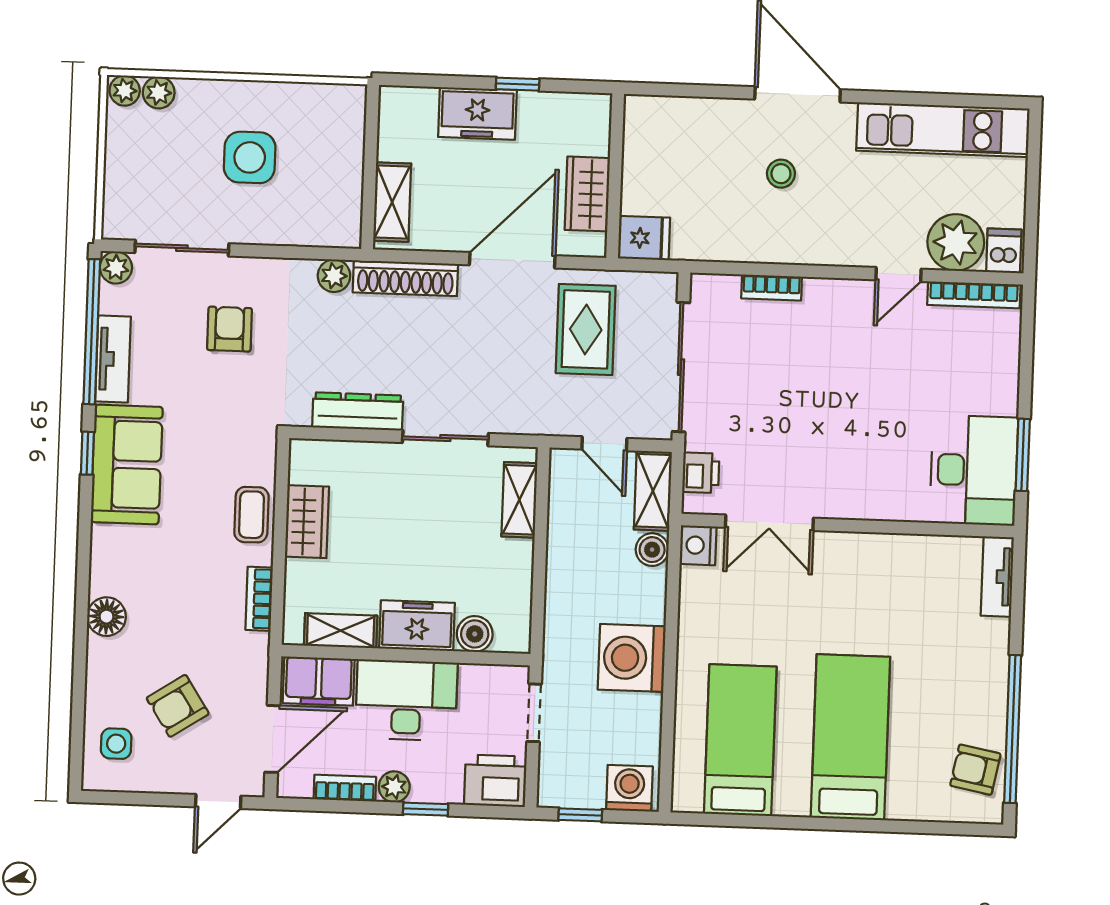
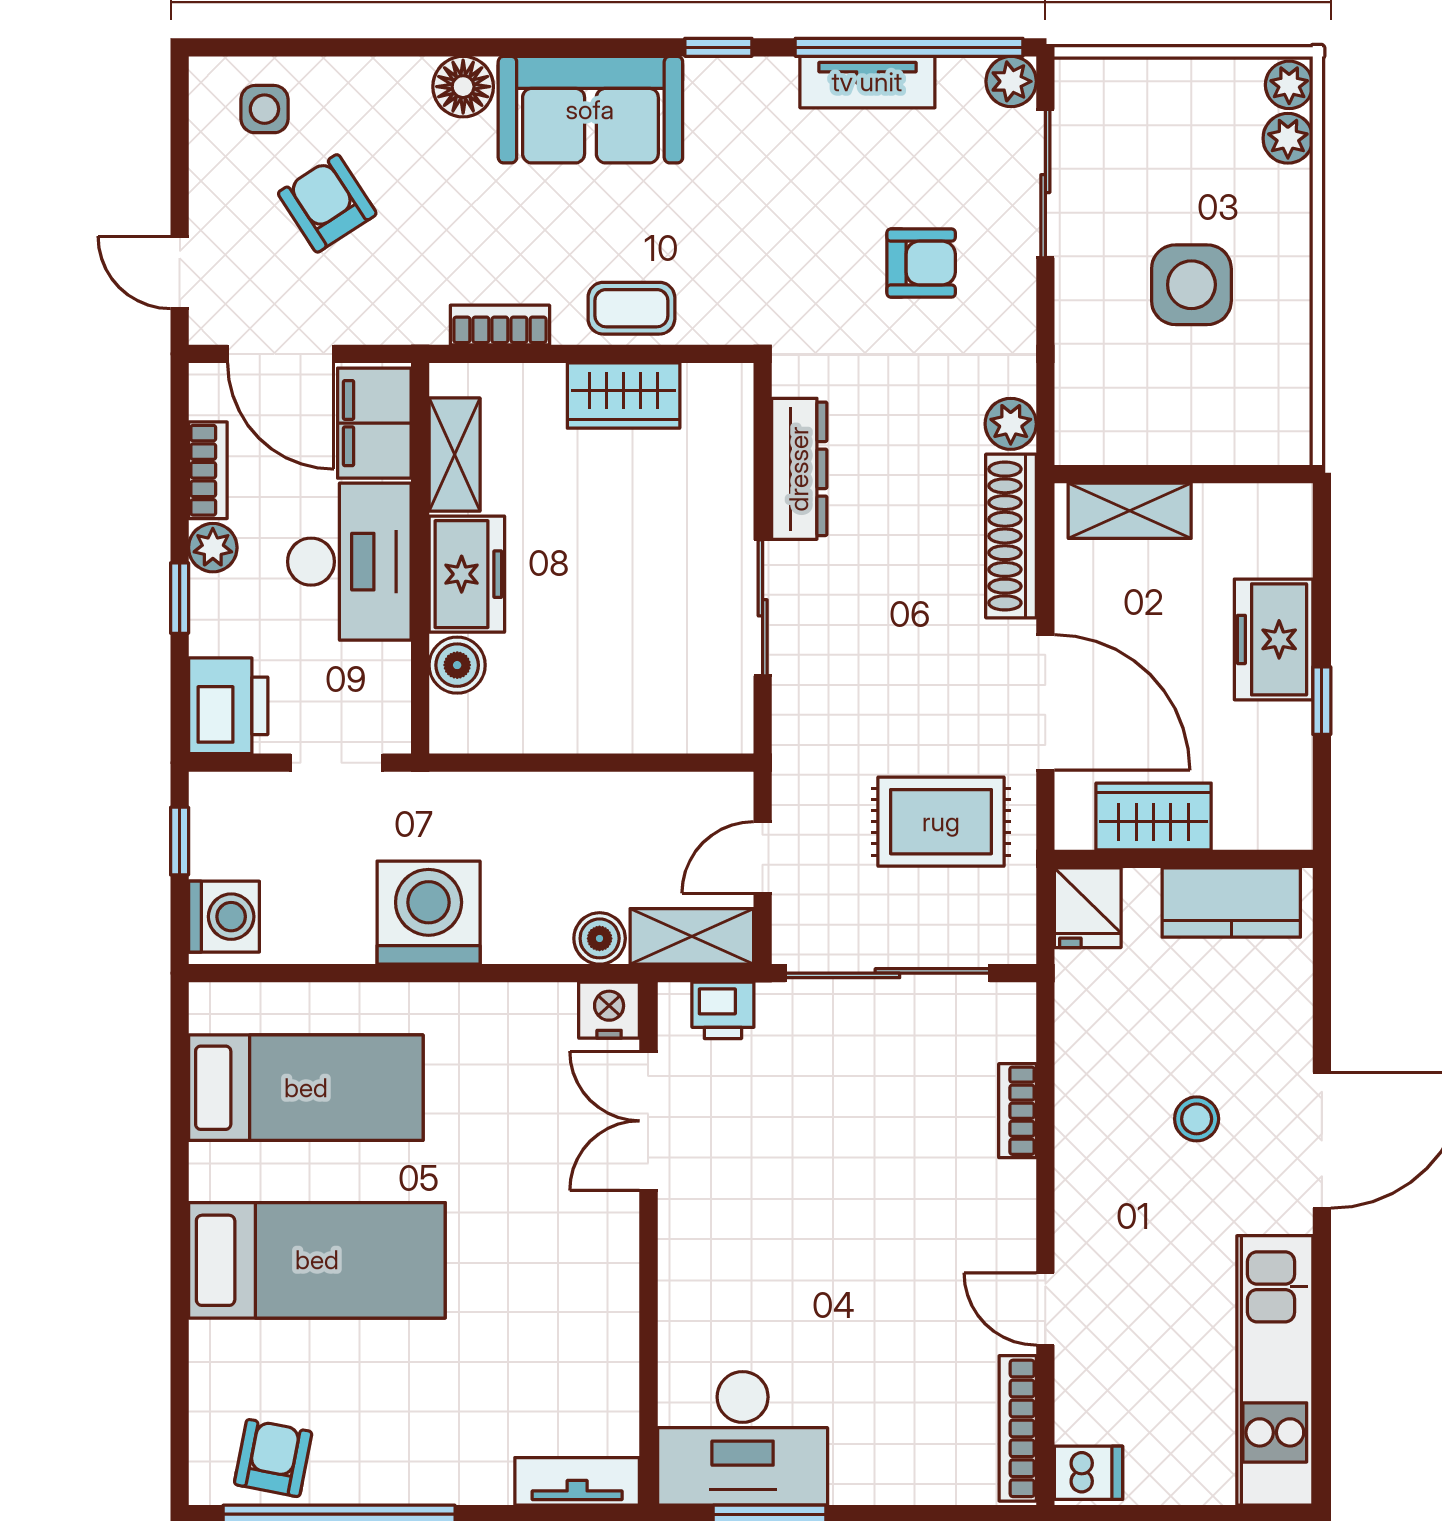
kitchen counter: (644, 146) -> (1231, 903), added
plant: (956, 242) -> (1099, 1397), removed
sofa: (127, 464) -> (590, 110), moved
shelving: (519, 500) -> (670, 727), removed

